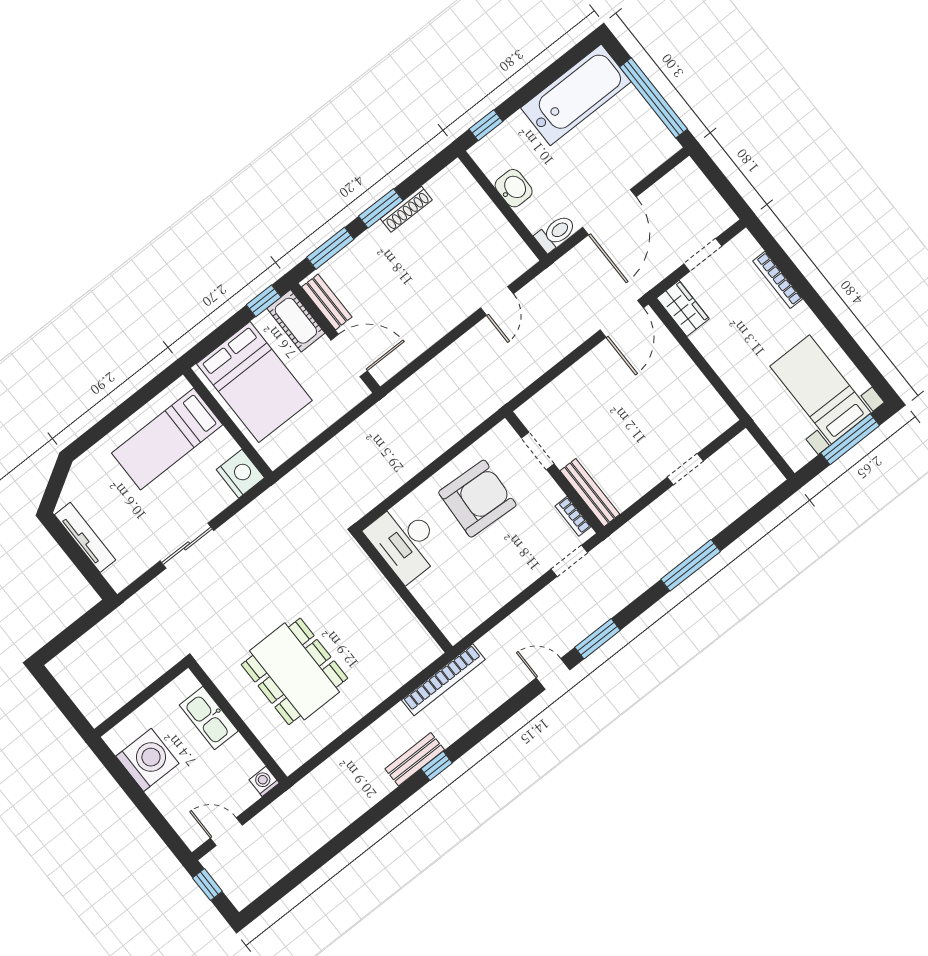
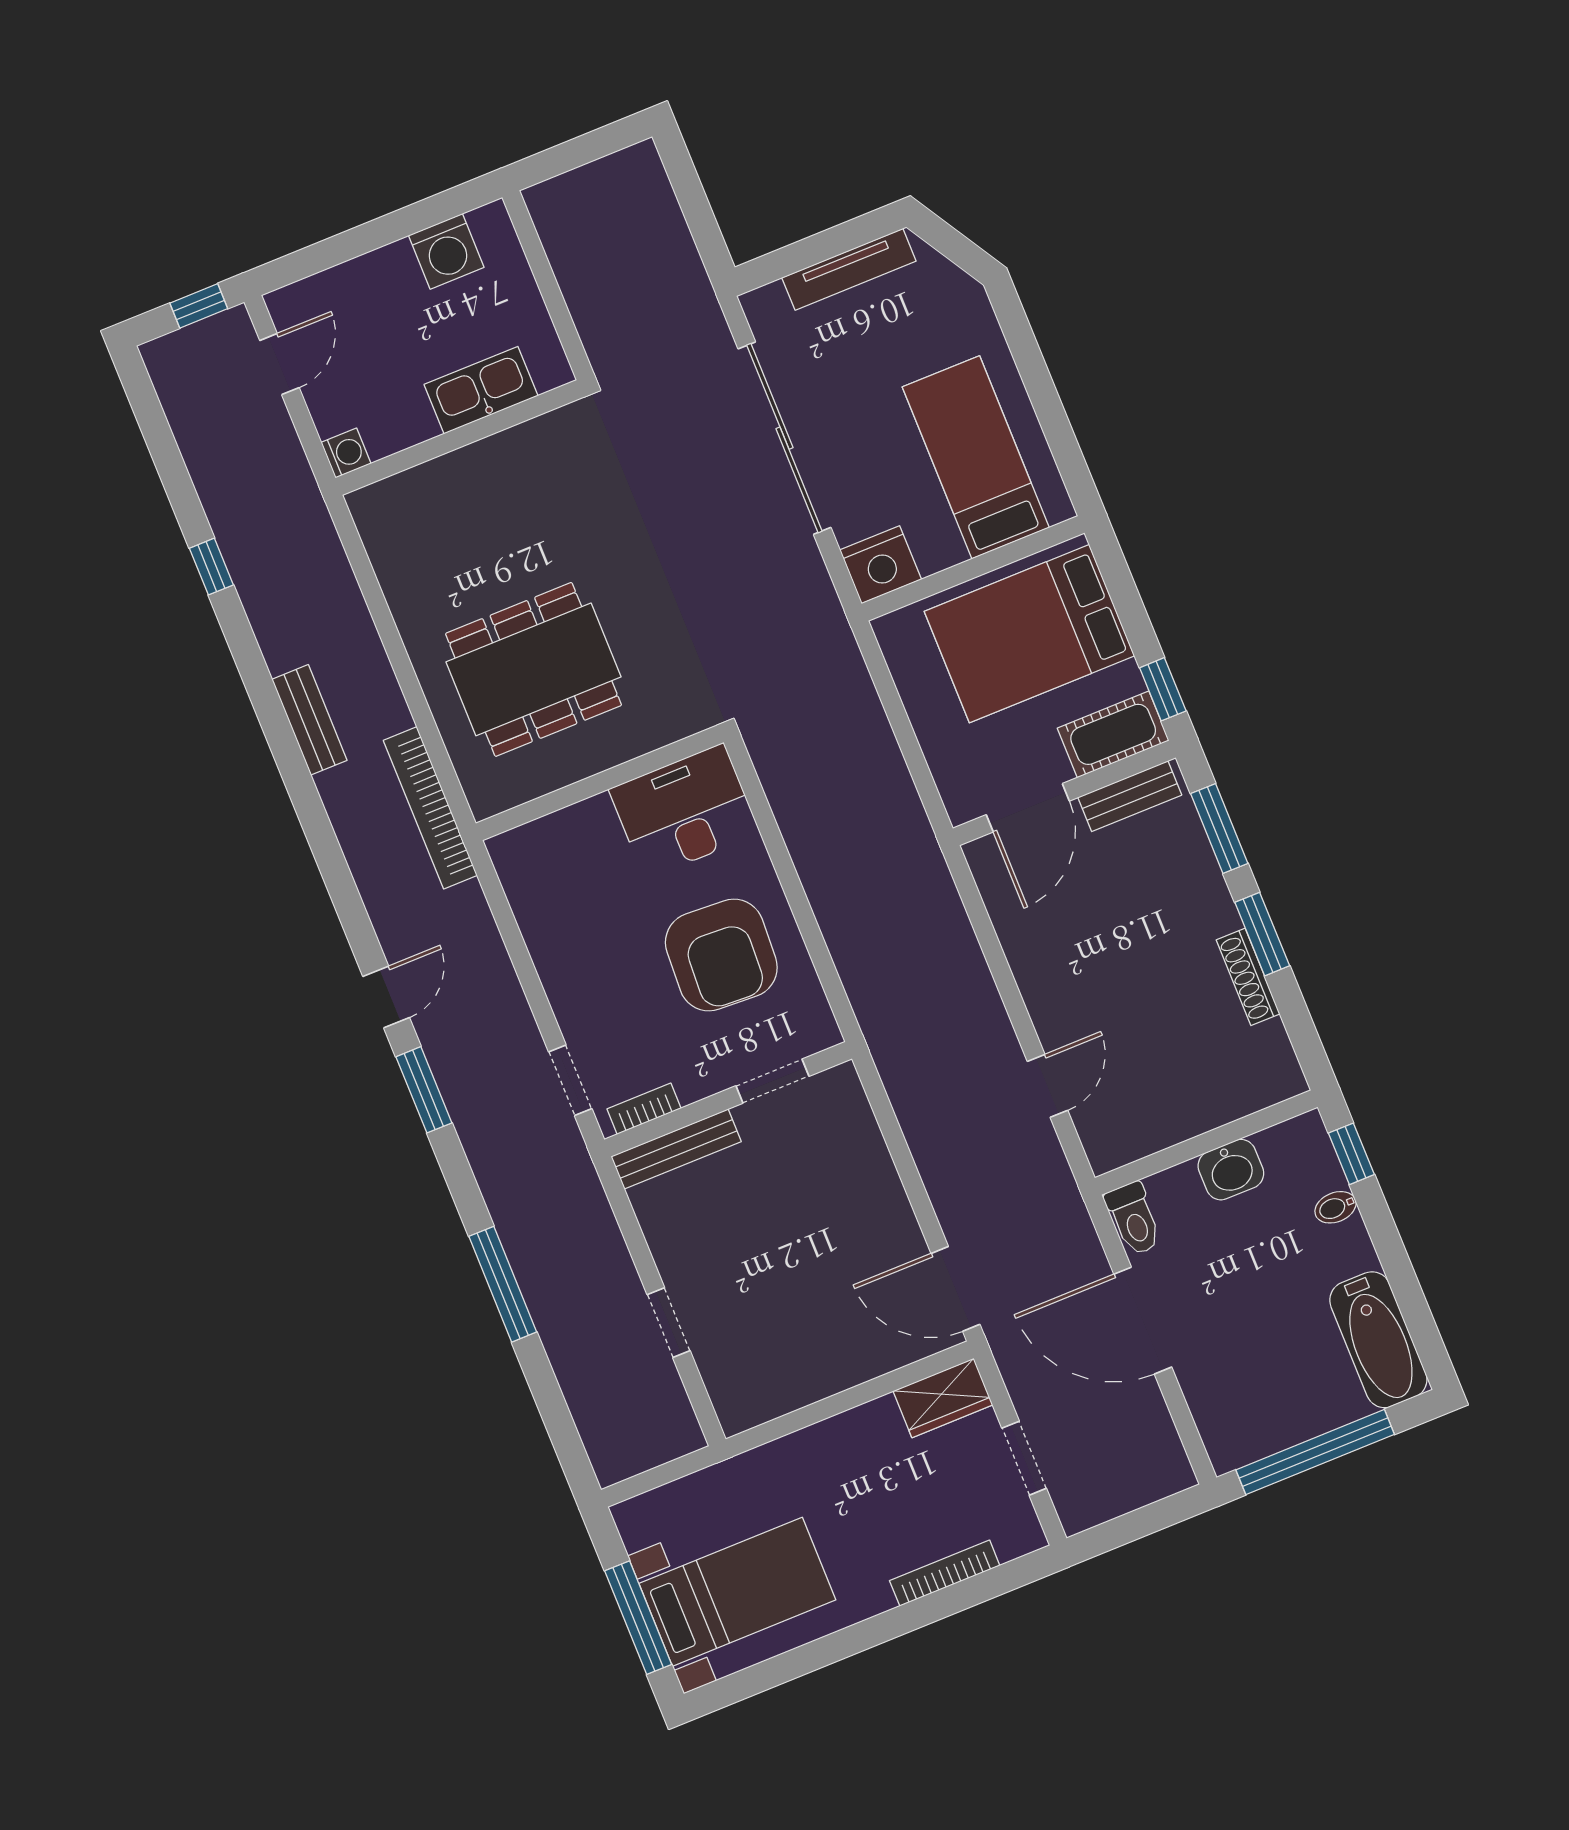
bathtub: (576, 95) -> (1378, 1340), width x0.73, depth x0.73
bidet: (518, 125) -> (1335, 1207), added
door: (497, 301) -> (1048, 1086), swing flipped
sliding door: (187, 546) -> (784, 438), width x1.86
dining table: (294, 671) -> (533, 669), moved
washing machine: (147, 760) -> (446, 251), width x0.73, depth x0.73
window: (437, 766) -> (211, 567), moved

